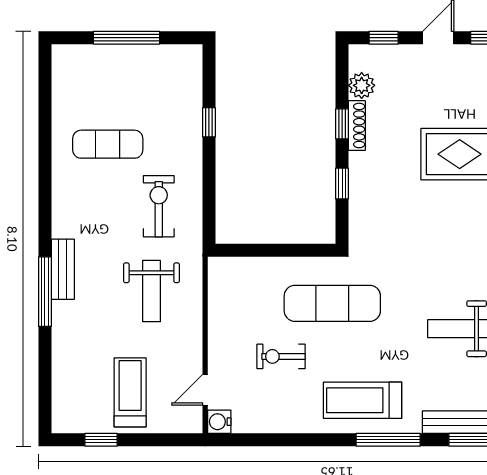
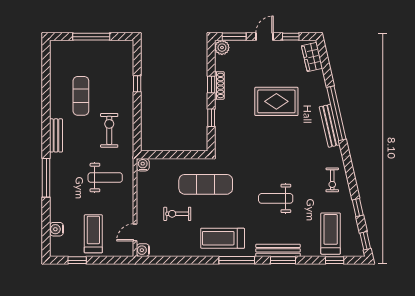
window: (384, 38) -> (234, 37), width x1.50
plant: (362, 85) -> (222, 48), moved
exercise mat: (108, 144) -> (81, 96), turned 90
water cooler: (219, 268) -> (143, 165), added
bench: (63, 269) -> (56, 135), moved
weight bench: (151, 291) -> (105, 178), turned -90
water cooler: (64, 384) -> (56, 229), added

